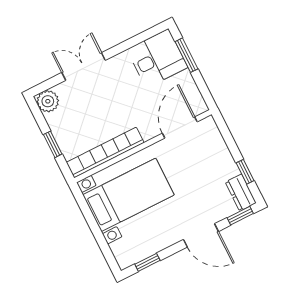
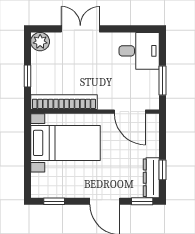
window: (186, 55) -> (162, 80), moved
door: (180, 128) -> (130, 112), swing flipped
dresser: (241, 193) -> (151, 178), width x1.44

